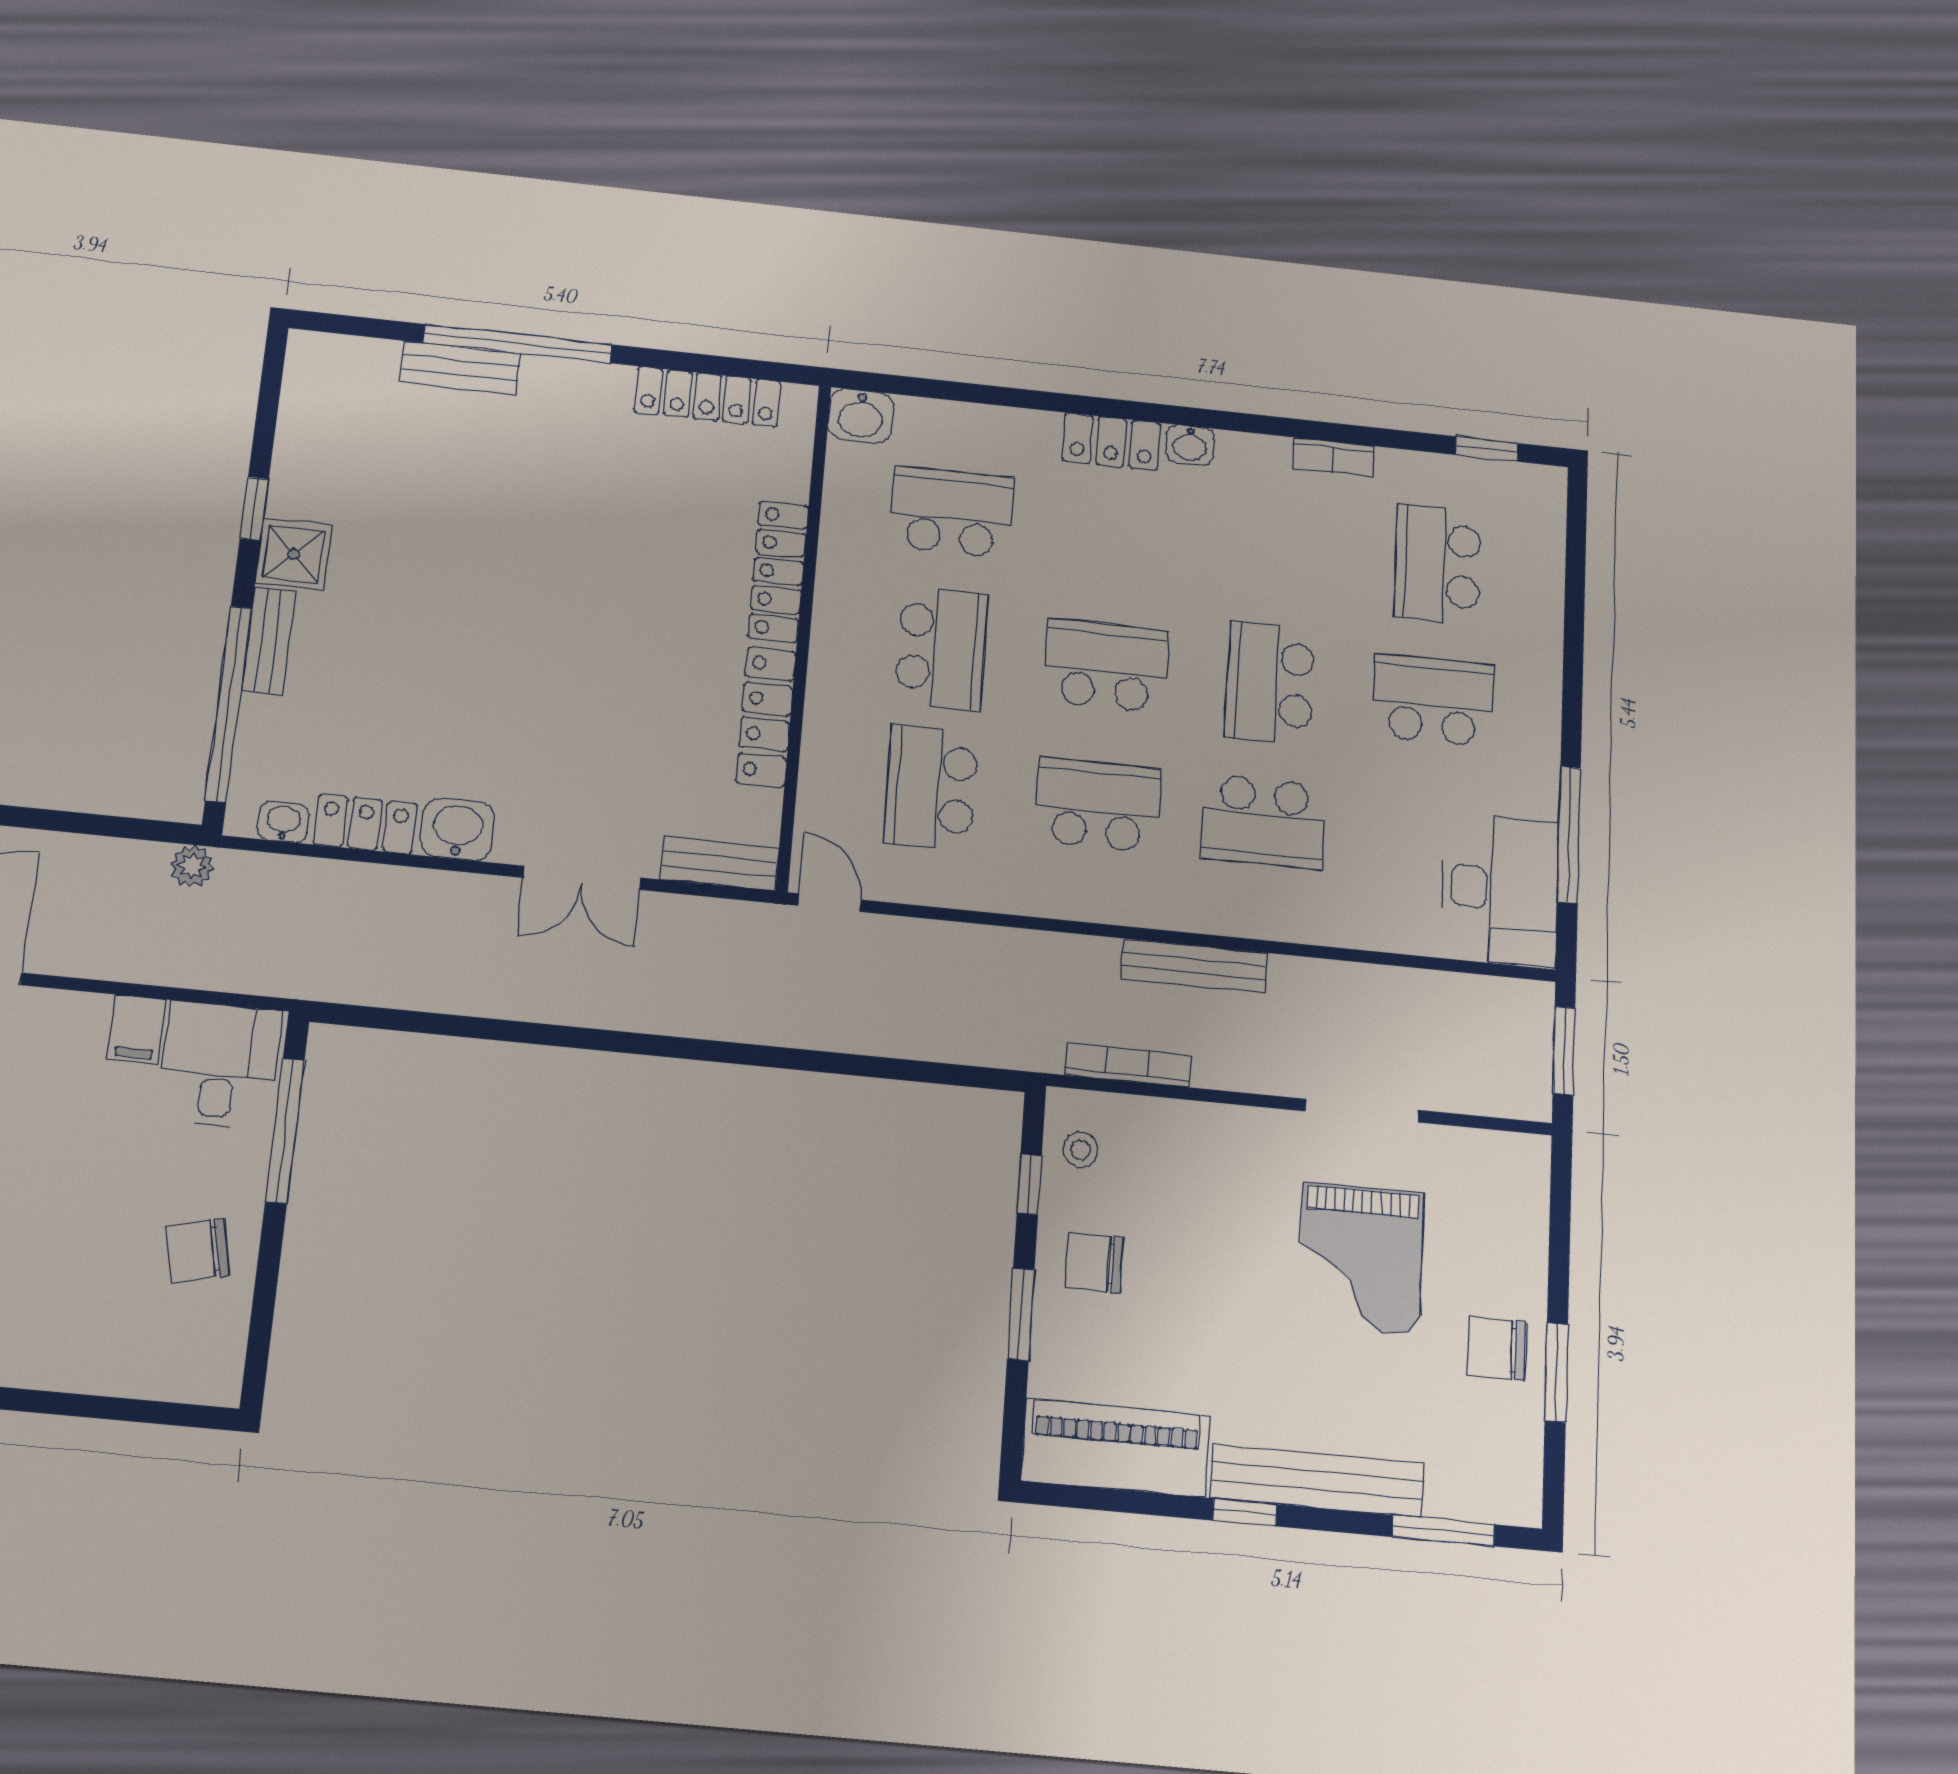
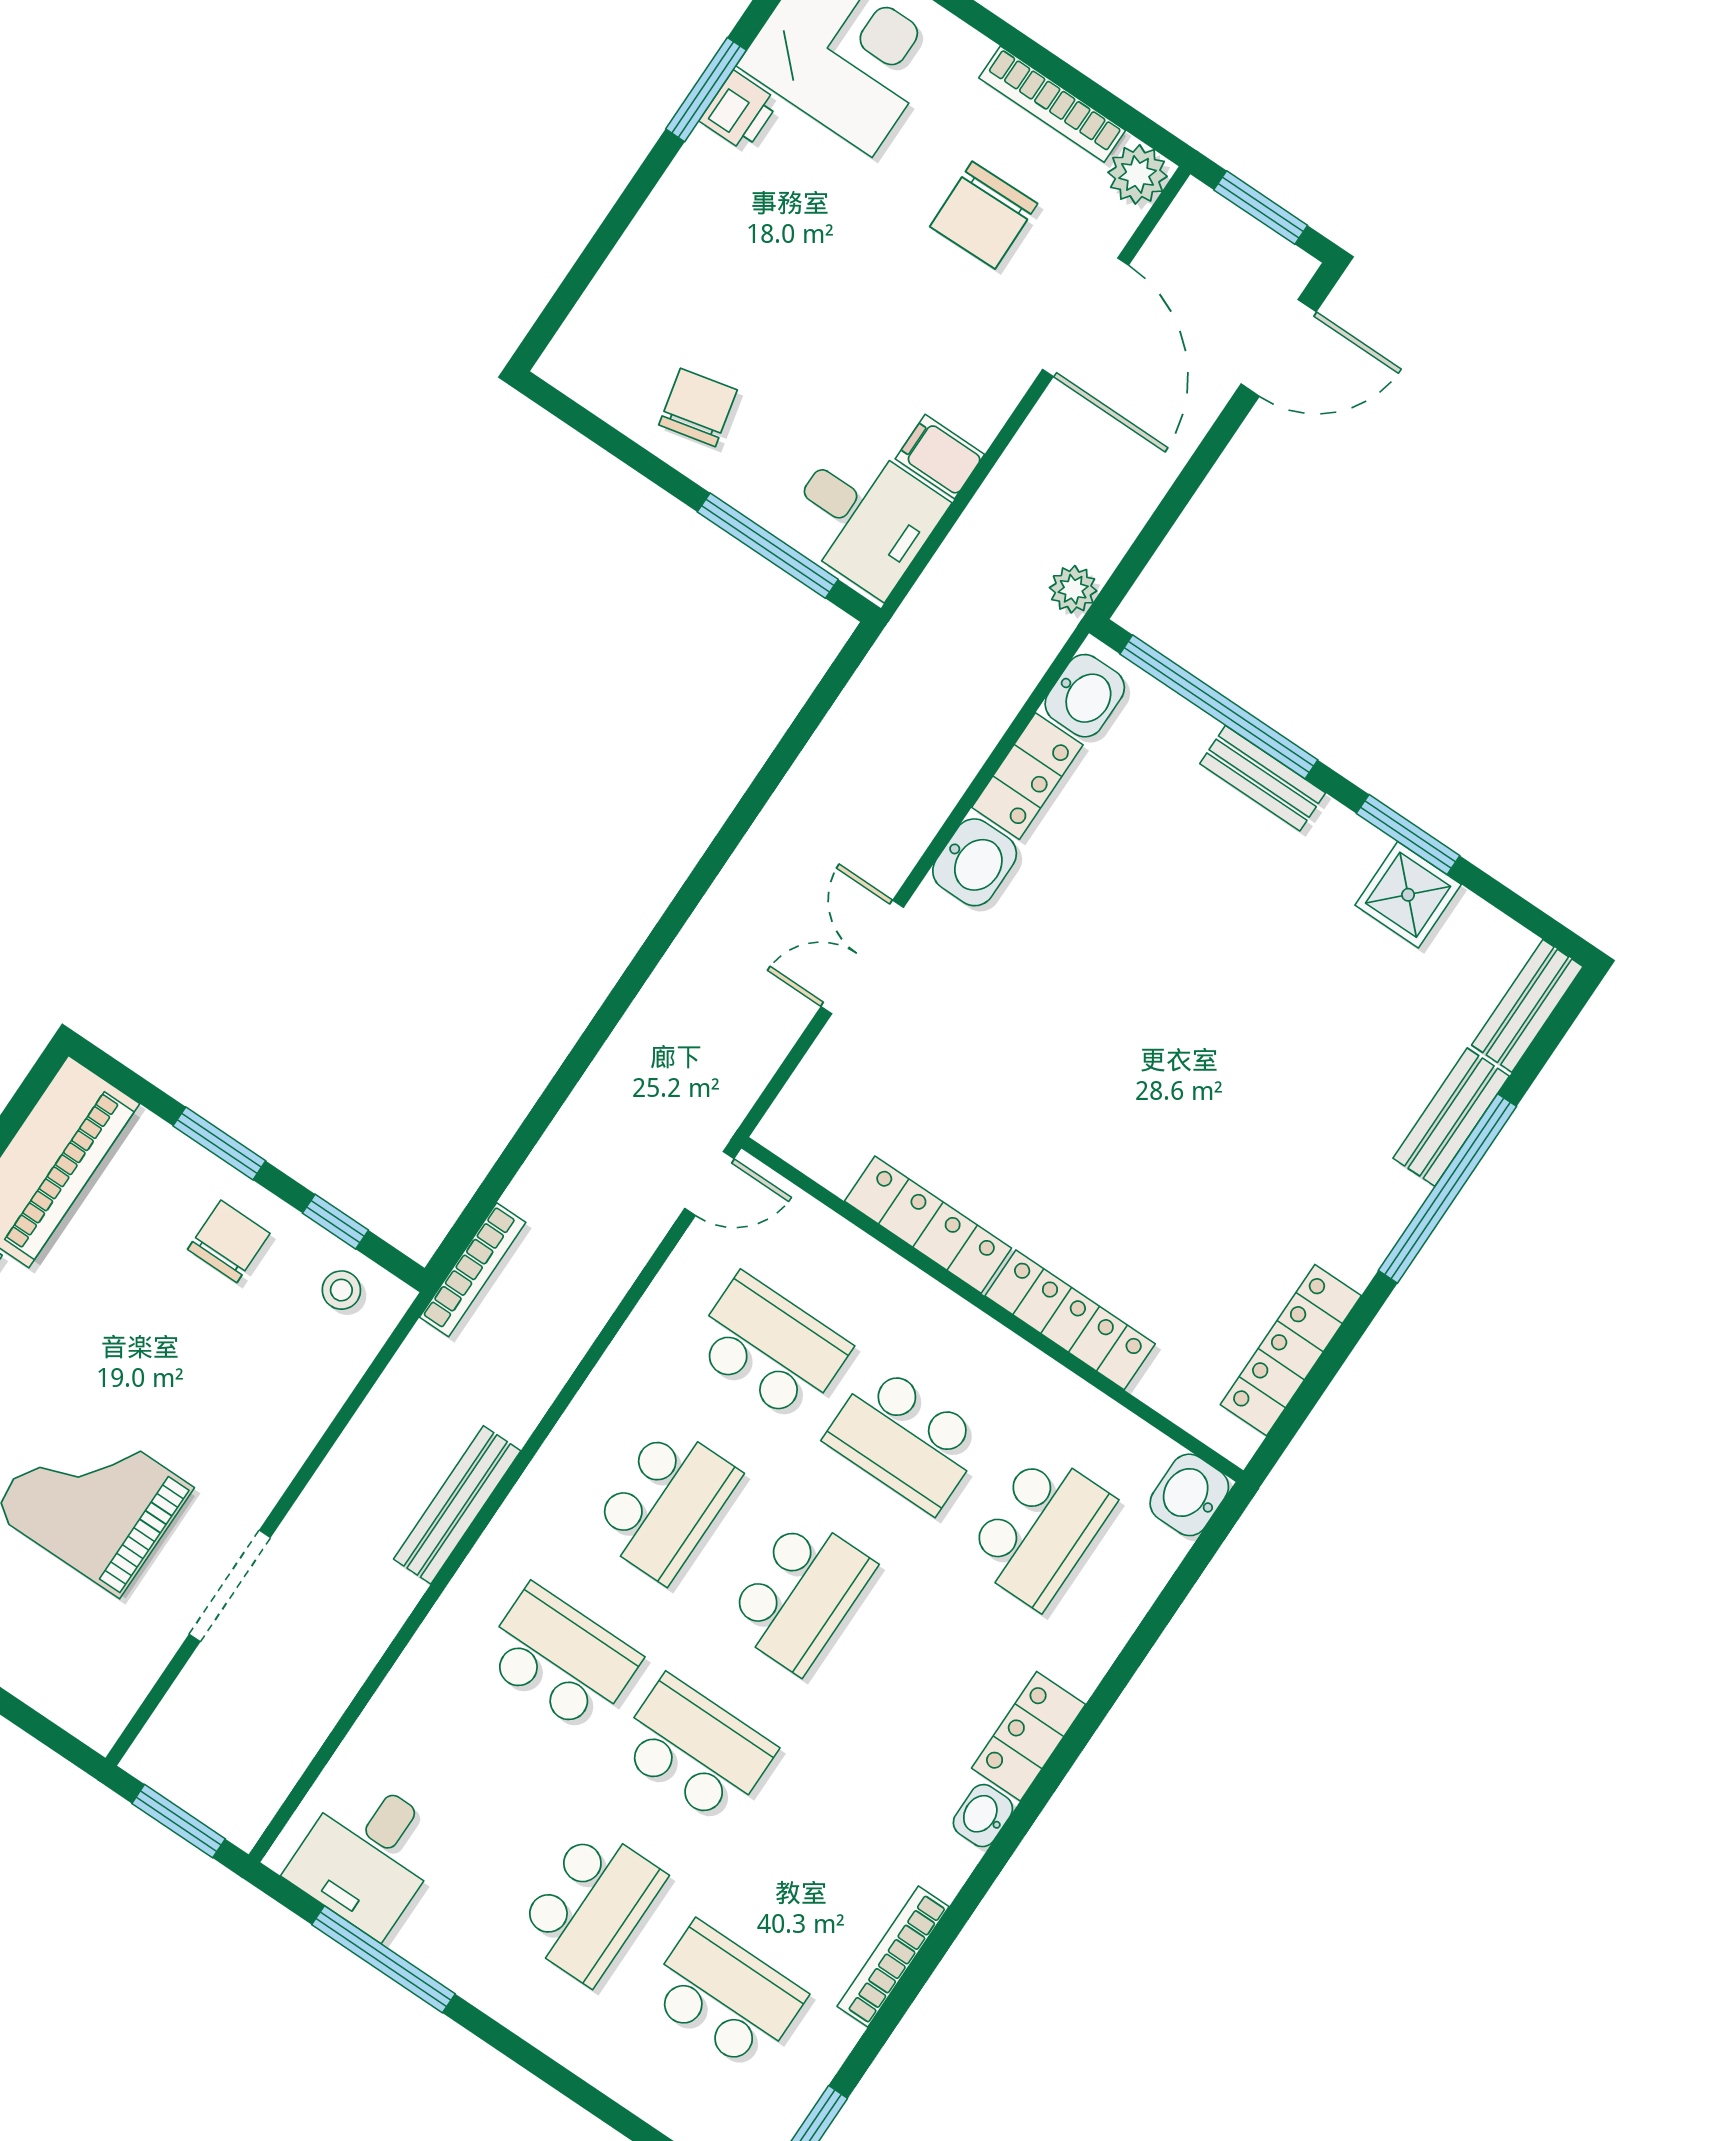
bookcase: (1333, 457) -> (893, 1957), width x1.56
window: (254, 509) -> (1408, 835), width x1.50
shower: (294, 554) -> (1408, 895), moved
washbasin: (283, 822) -> (1085, 696), width x1.38, depth x1.45
school desk: (1263, 822) -> (561, 1659), turned 90
bench: (720, 864) -> (1527, 1006), moved
desk: (1500, 889) -> (367, 1855), width x0.73
bookcase: (1128, 1065) -> (473, 1270), moved

